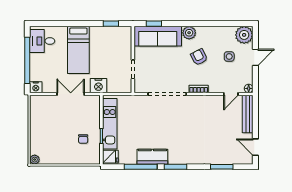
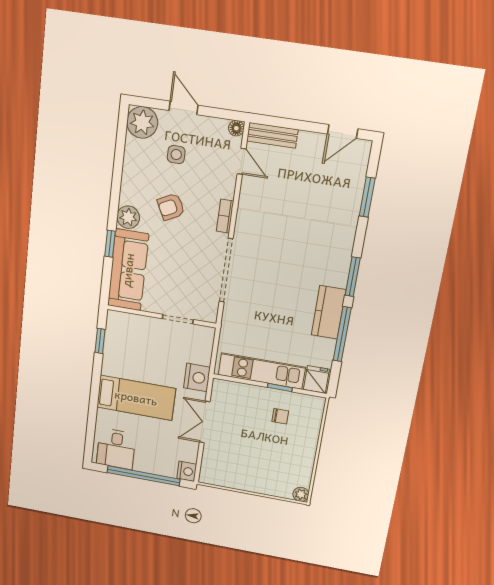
window: (154, 24) -> (110, 244), moved
bench: (248, 114) -> (272, 135), width x0.73

